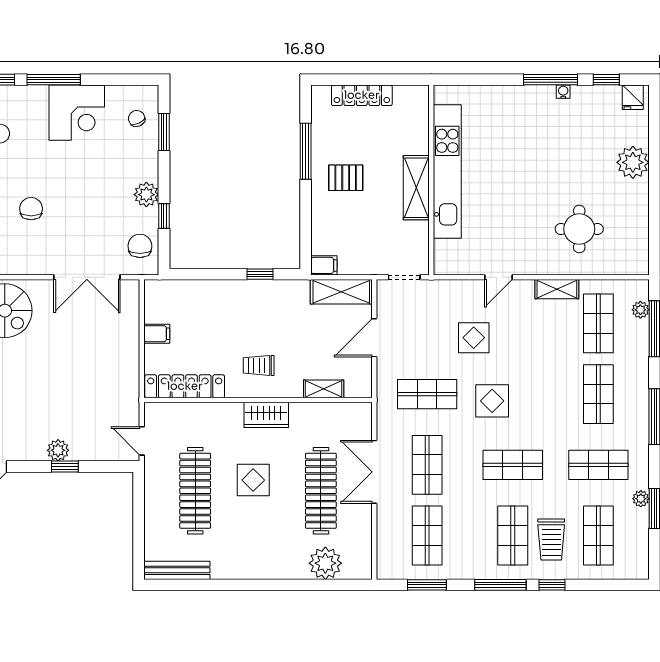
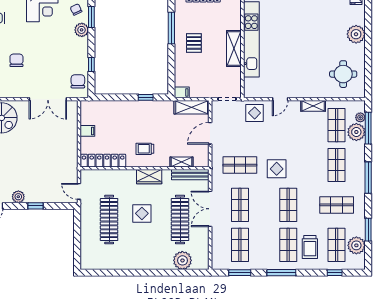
pallet: (346, 178) -> (194, 43), turned 90
plant: (146, 195) -> (82, 30), moved
round table: (579, 229) -> (343, 74), moved
plant: (633, 336) -> (356, 132), added
display table: (474, 338) -> (255, 113), moved
plant: (58, 450) -> (18, 197), moved
shop shelf: (513, 465) -> (288, 205), turned 90
plant: (641, 499) -> (356, 245), moved, width x1.88, depth x1.88
bench: (177, 570) -> (190, 175), moved
window: (552, 585) -> (335, 273), moved

